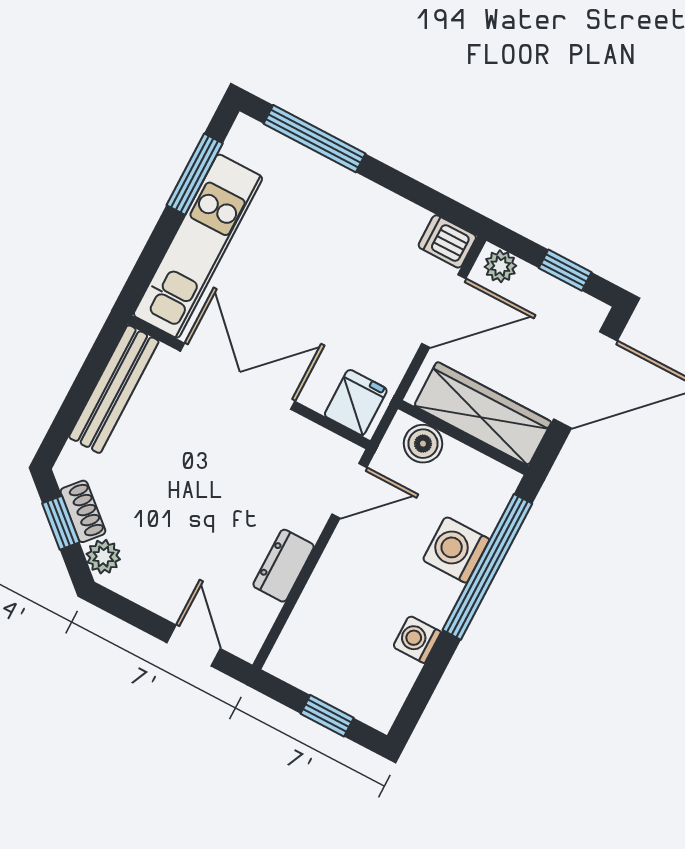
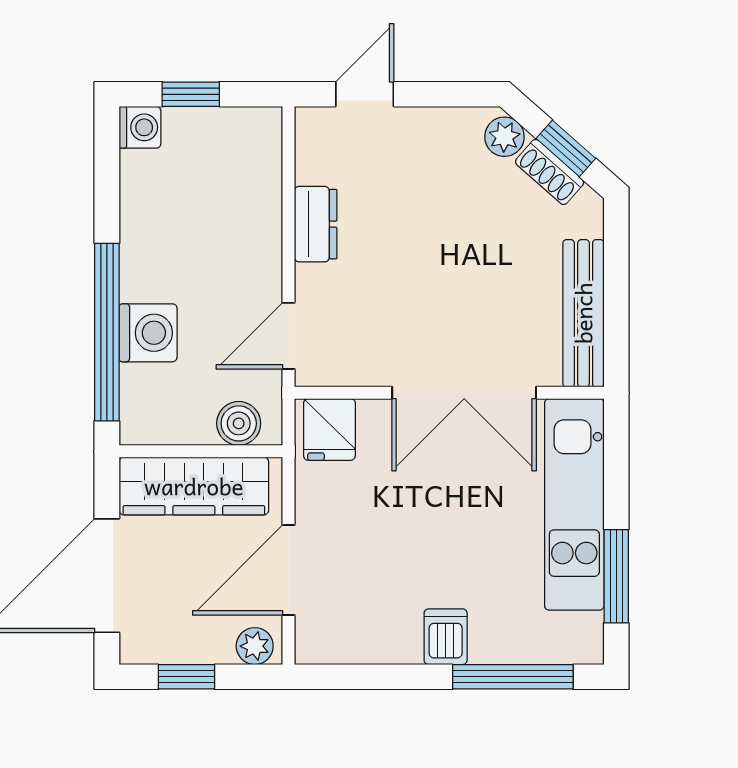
dishwasher: (447, 241) -> (446, 637), moved, turned -90
washing machine: (417, 639) -> (140, 127), moved
door: (194, 646) -> (365, 94), swing flipped

